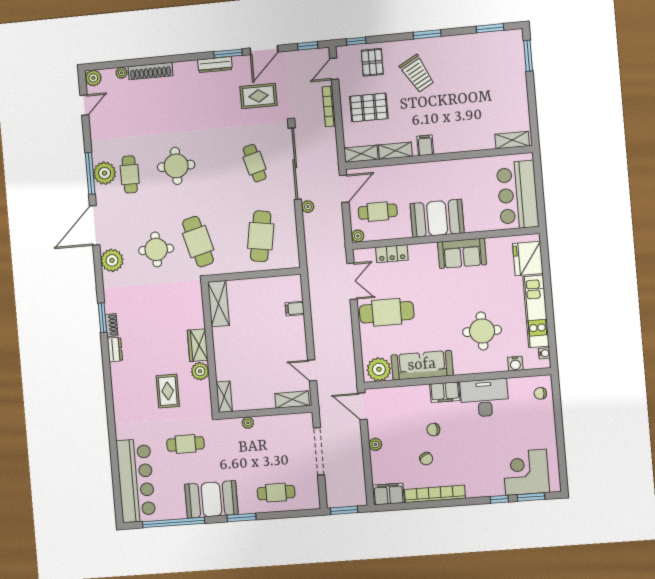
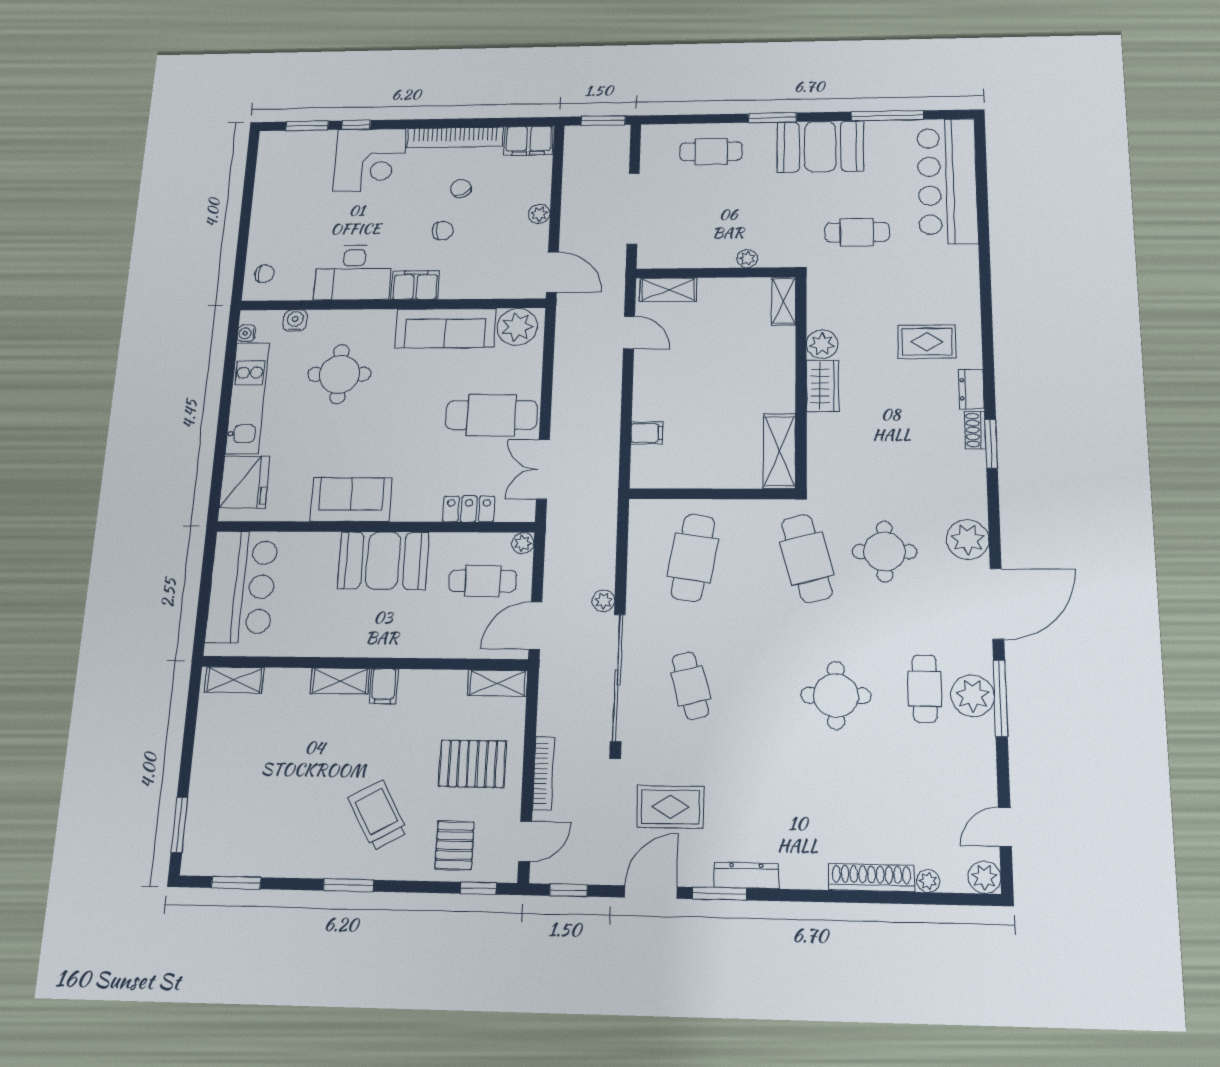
shelving: (395, 151) -> (340, 681), moved
rug: (168, 391) -> (927, 342), moved, turned 90
corner desk: (526, 472) -> (370, 160), moved
window: (173, 522) -> (887, 116), width x0.68

